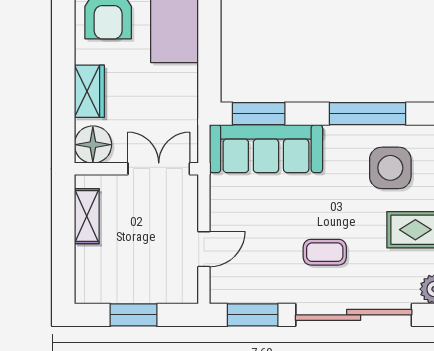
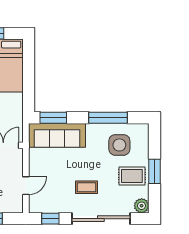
window: (253, 315) -> (50, 219), width x0.67

